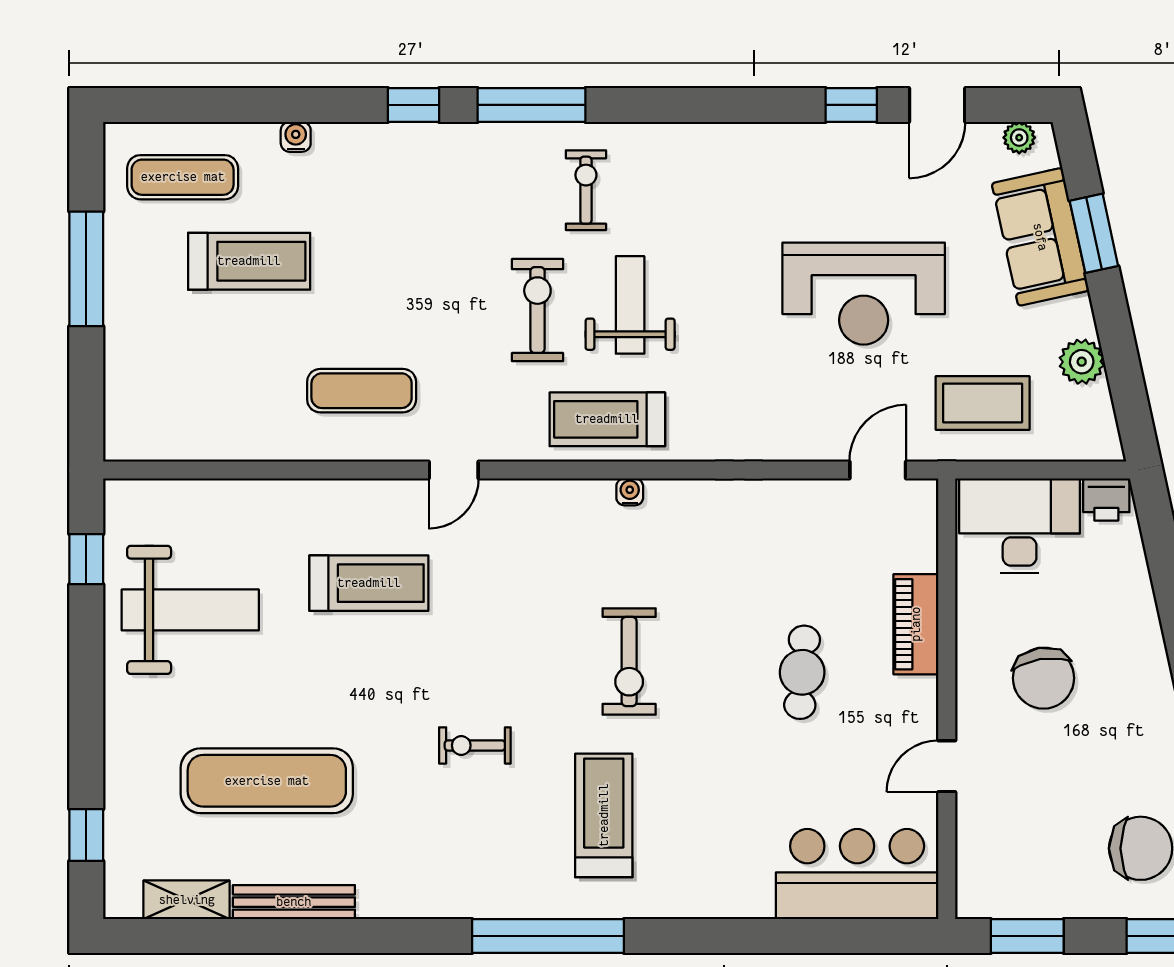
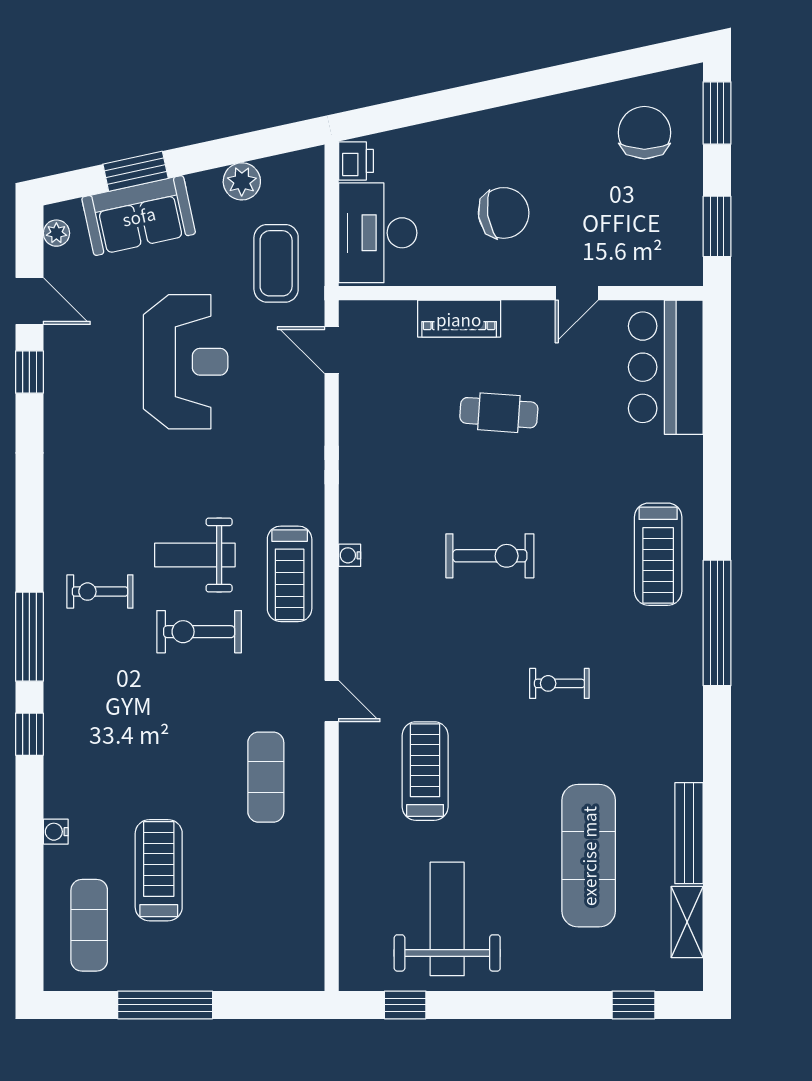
exercise bike: (475, 745) -> (559, 683), turned 90
door: (947, 766) -> (577, 293), hinge flipped
treadmill: (604, 815) -> (658, 554), moved, turned -90

